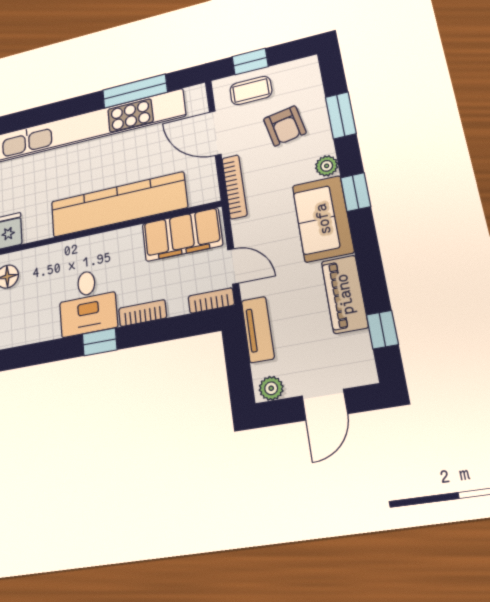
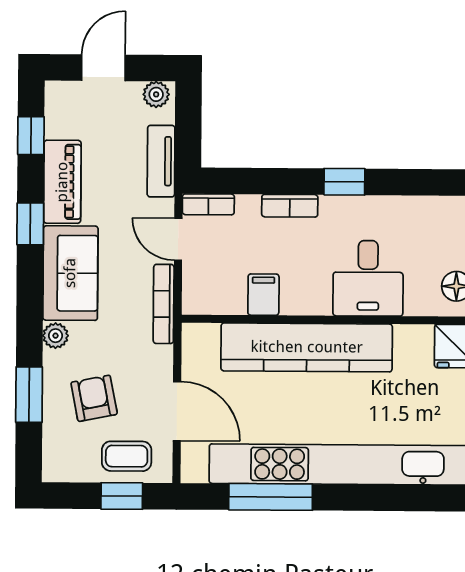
bookcase: (234, 187) -> (164, 304), moved
window: (356, 192) -> (30, 224), moved
filing cabinet: (182, 235) -> (263, 295), width x0.33, depth x0.86
desk: (88, 302) -> (368, 278), moved, turned 180

